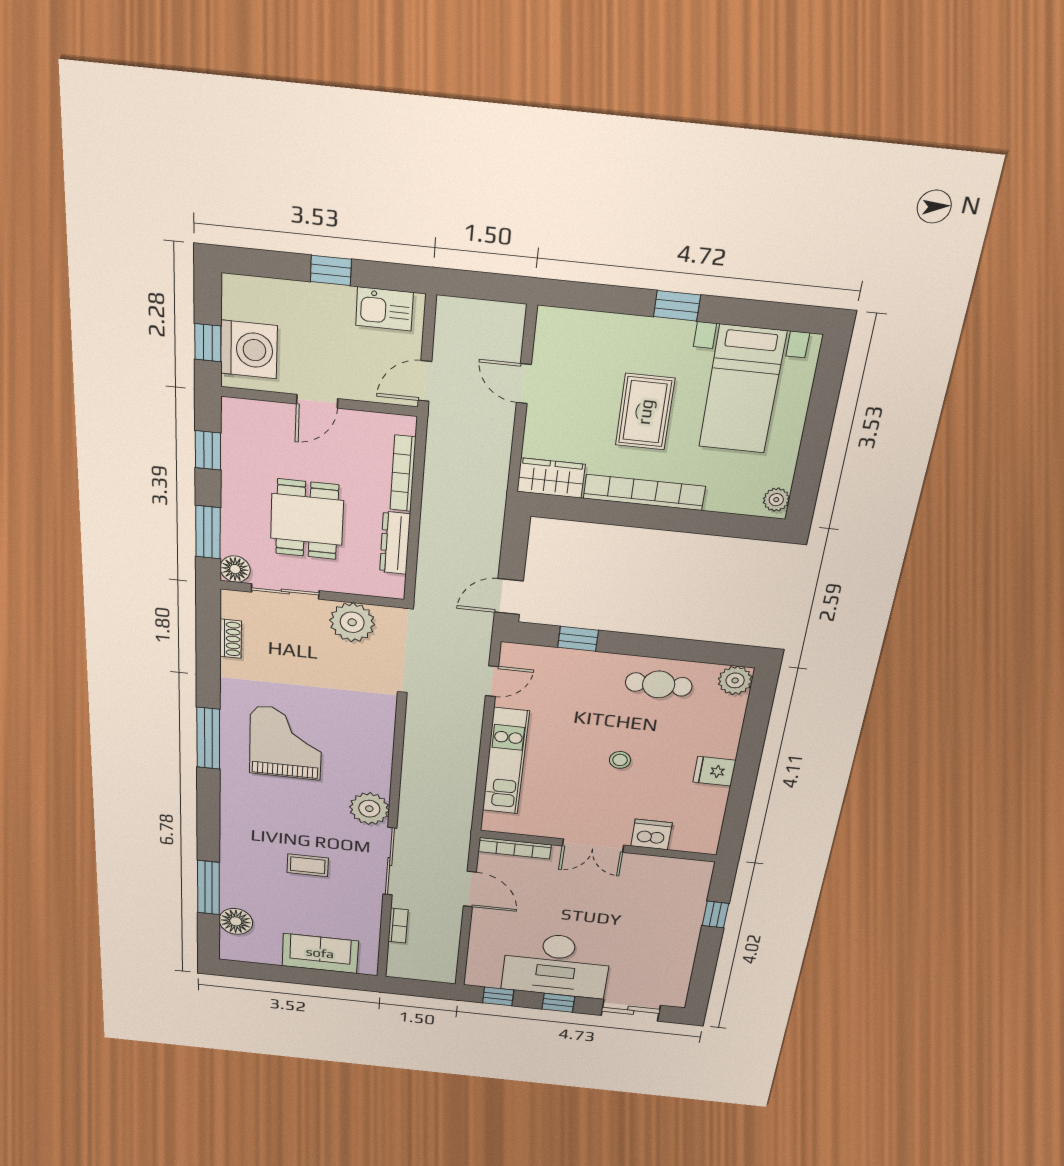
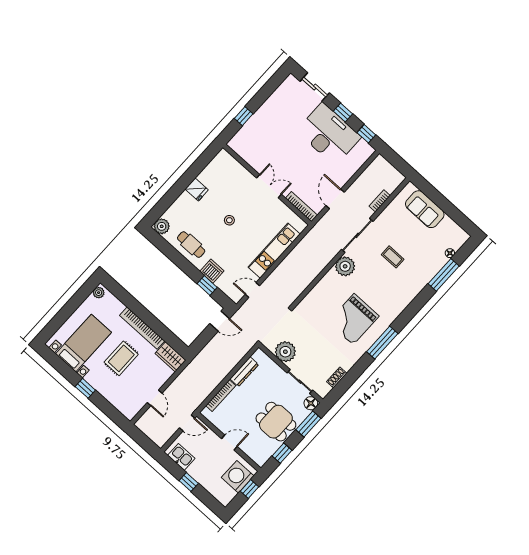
dining table: (307, 519) -> (276, 422), moved, turned 90
dishwasher: (651, 834) -> (212, 271), moved, turned 180
floor lamp: (236, 921) -> (450, 253), width x0.53, depth x0.53

